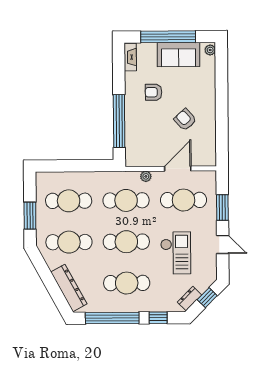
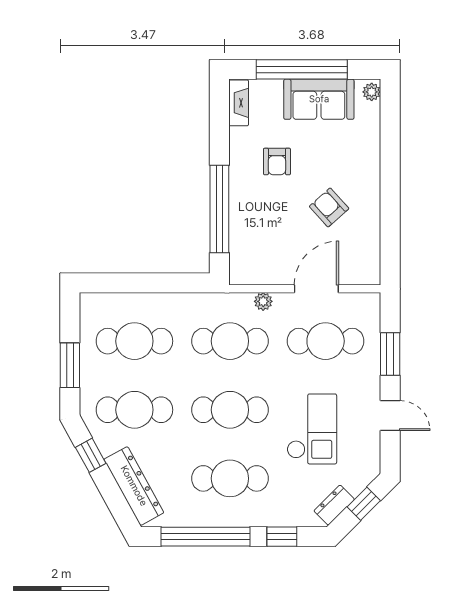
armchair: (154, 92) -> (277, 161), turned -90
window: (43, 270) -> (91, 455), added

